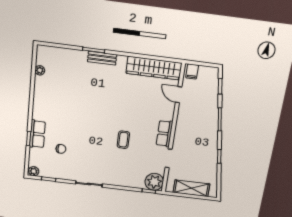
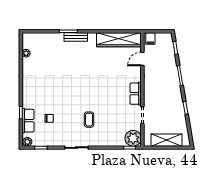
door: (179, 95) -> (142, 59), hinge flipped
row of seats: (37, 134) -> (28, 121), moved
coffee table: (123, 140) -> (89, 120), moved

